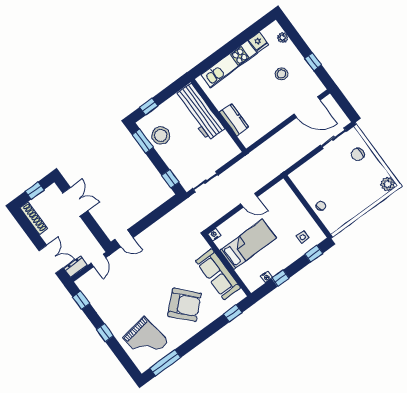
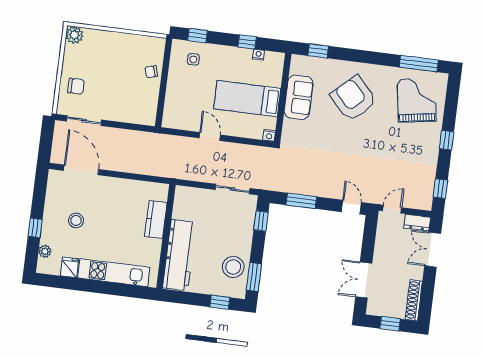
window: (313, 62) -> (35, 228), moved
window: (158, 214) -> (301, 201), added
sofa: (218, 274) -> (299, 97), width x0.73

